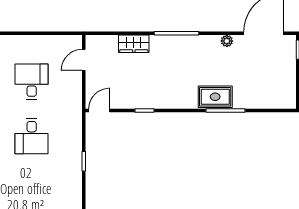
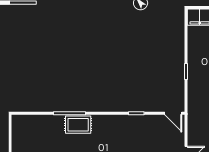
door: (99, 111) -> (173, 113), hinge flipped

